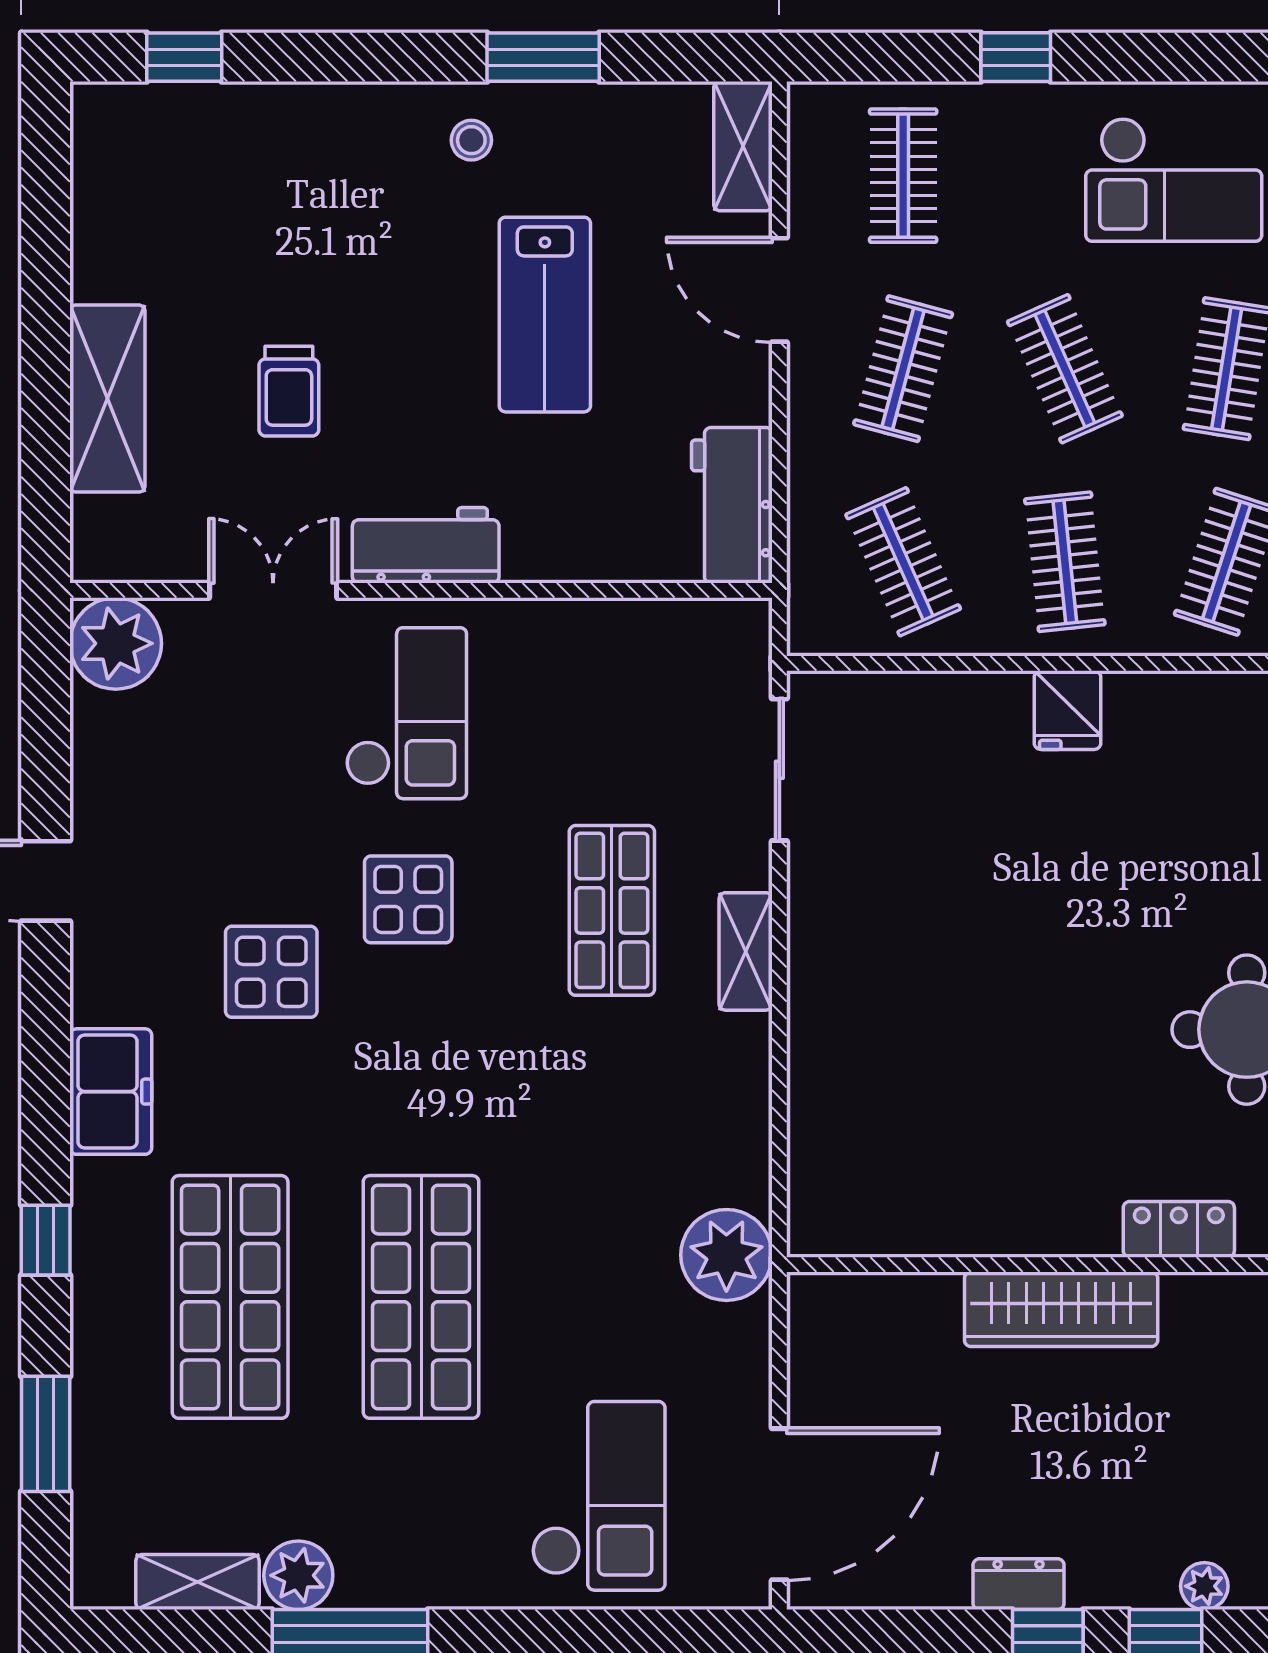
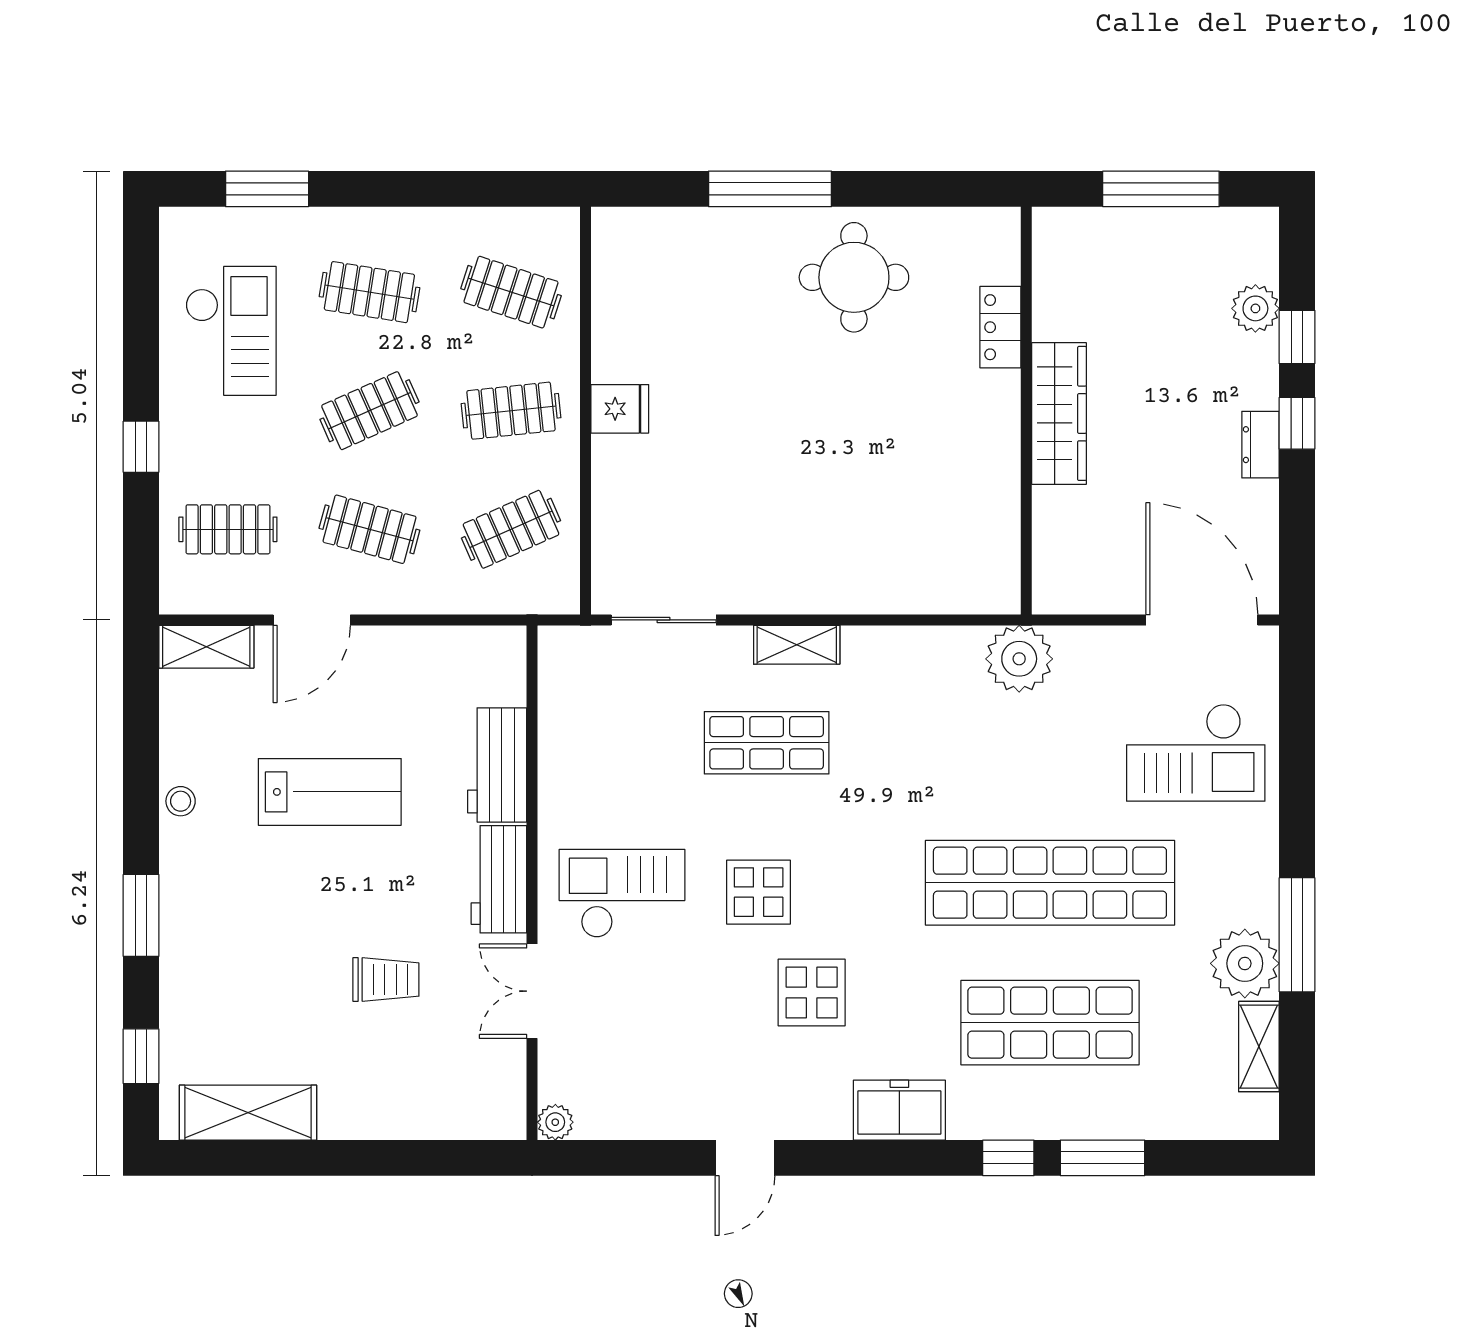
window: (543, 57) -> (141, 915), moved
stool: (471, 140) -> (181, 801), moved
shelving: (107, 399) -> (248, 1113), moved
workbench: (732, 505) -> (497, 765), moved, turned 90
plant: (116, 643) -> (555, 1122), width x0.53, depth x0.53
shop shelf: (421, 1297) -> (1050, 883), width x1.40
window: (46, 1434) -> (1103, 1158), moved
checkout: (599, 1496) -> (1196, 753), turned 180
plant: (298, 1575) -> (1245, 963), width x1.36, depth x1.36
plant: (1204, 1586) -> (1255, 308), width x1.38, depth x1.38

